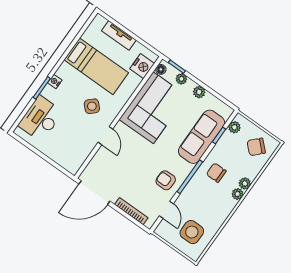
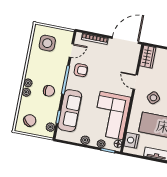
wardrobe: (76, 160) -> (148, 57), added
door: (166, 210) -> (71, 50), swing flipped

